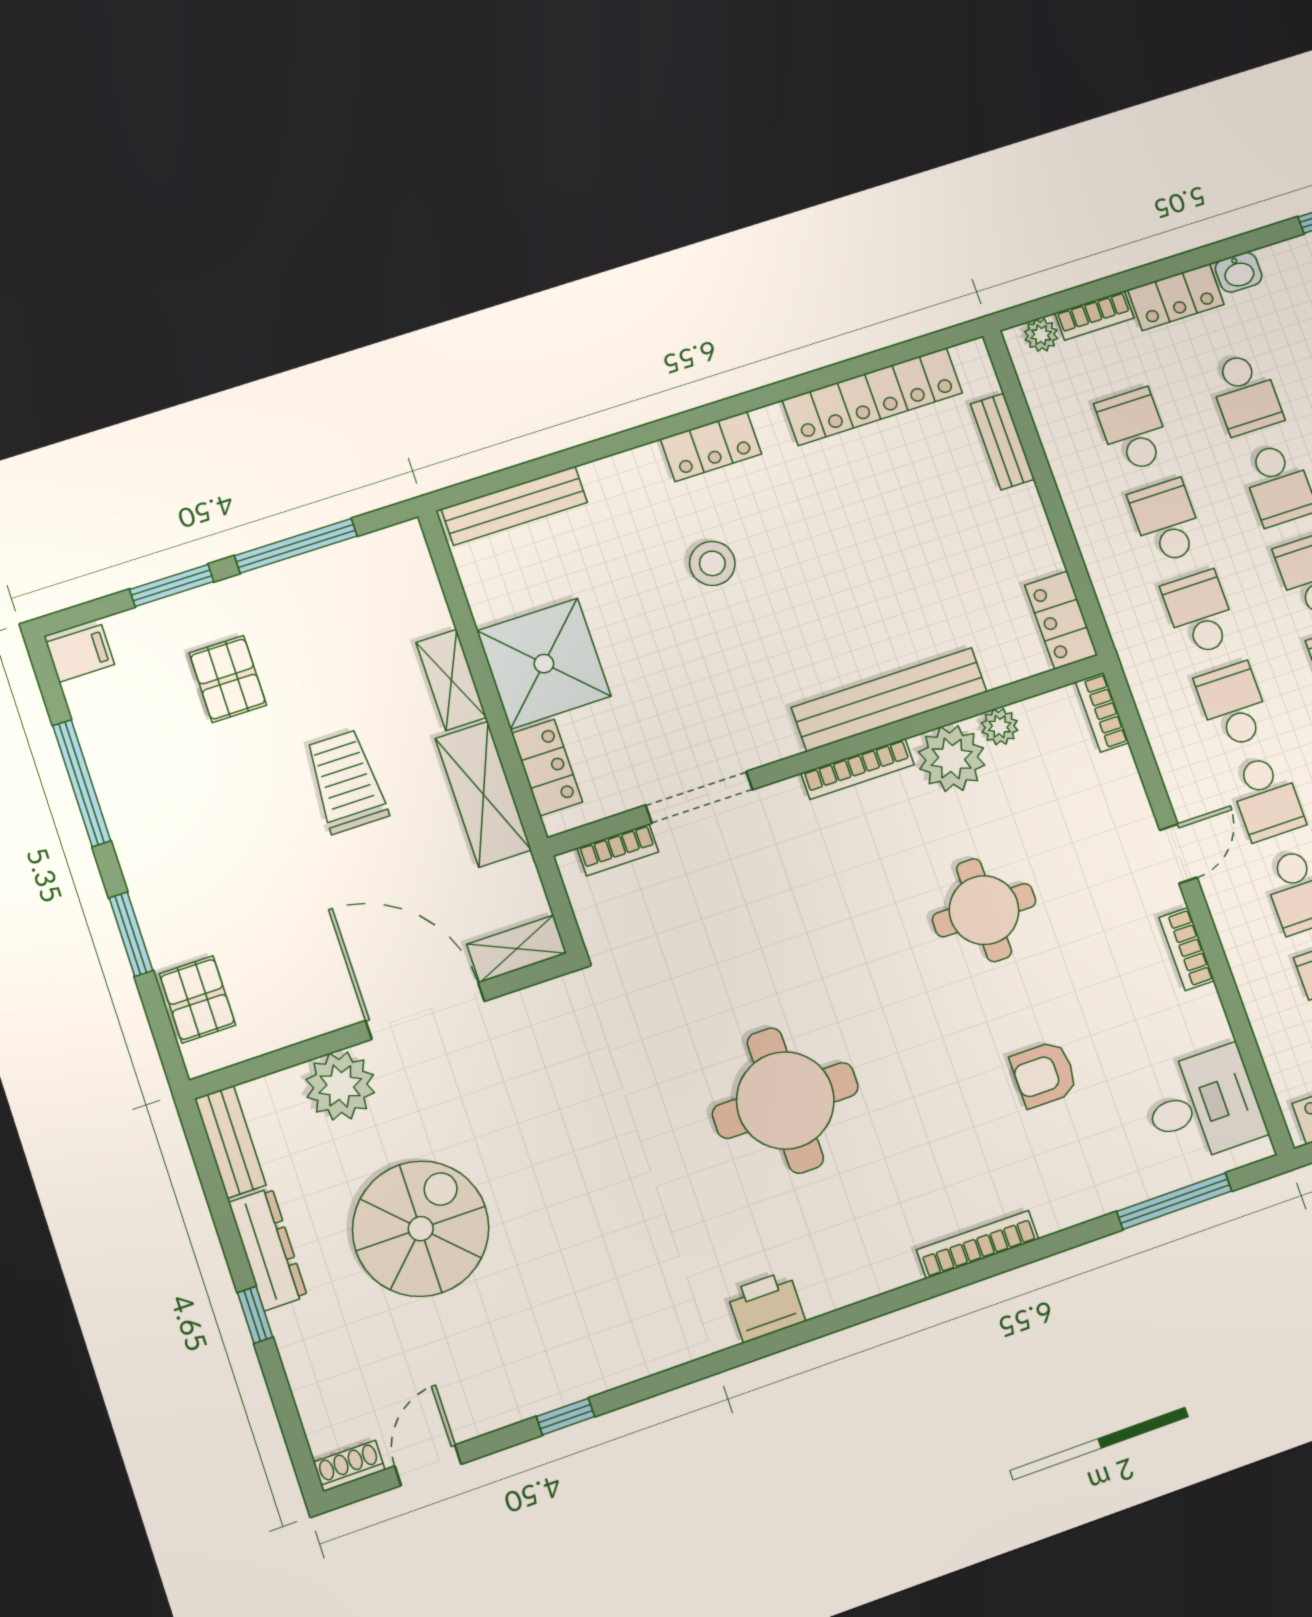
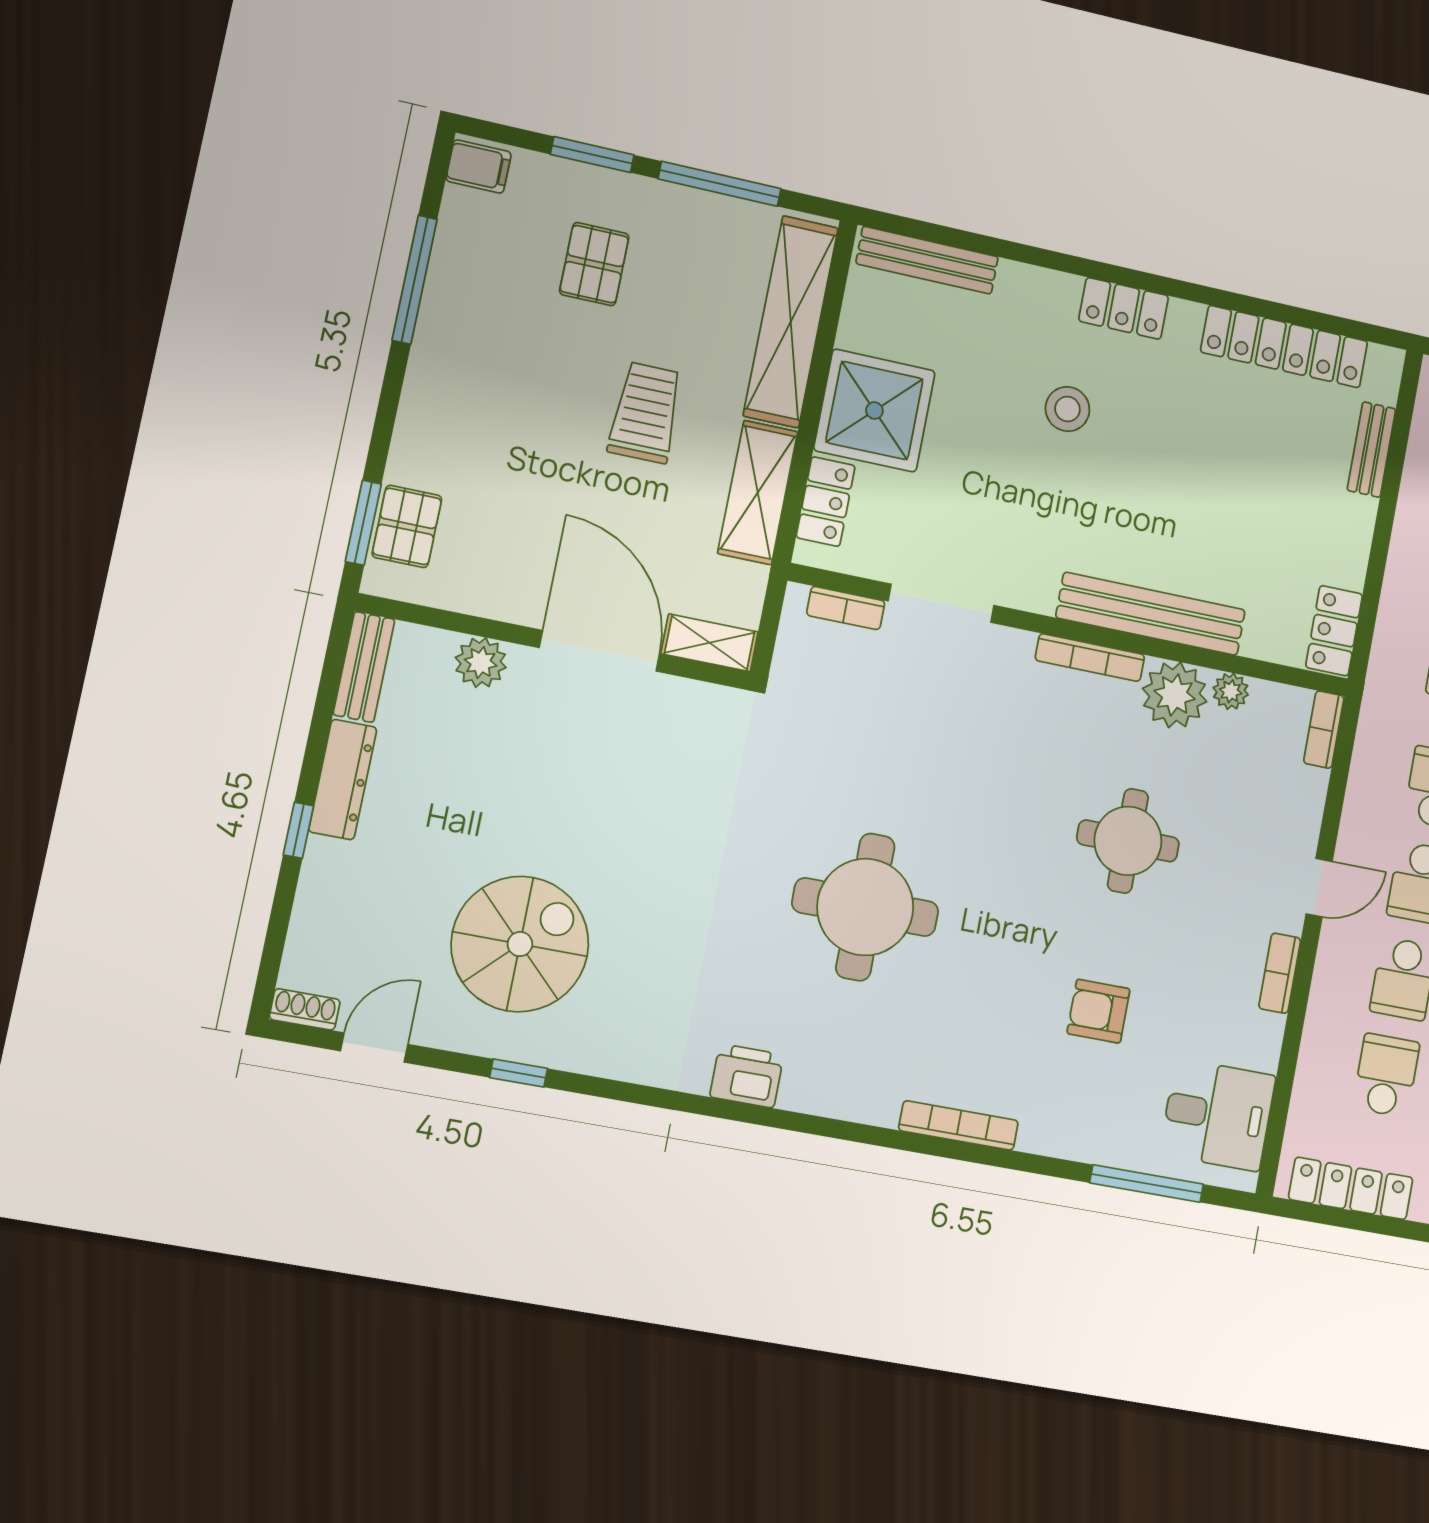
shelving: (451, 680) -> (791, 322), width x2.20, depth x1.33
window: (131, 934) -> (363, 523), moved
plant: (340, 1086) -> (481, 663), width x0.73, depth x0.73
spiral stairs: (421, 1229) -> (520, 944), moved

